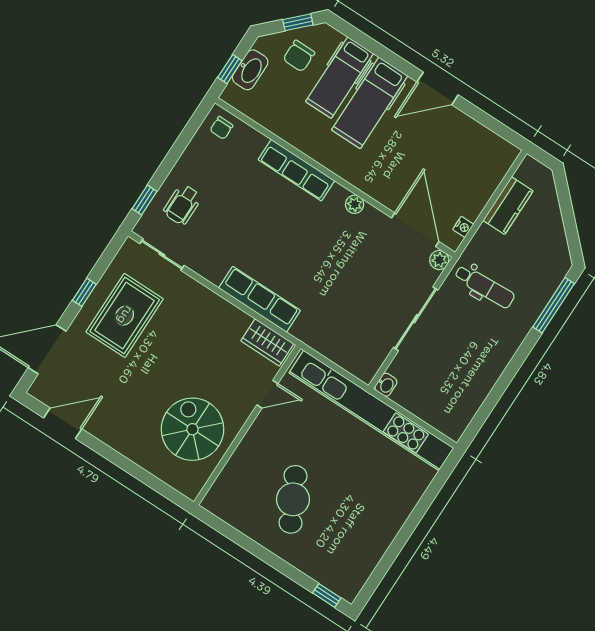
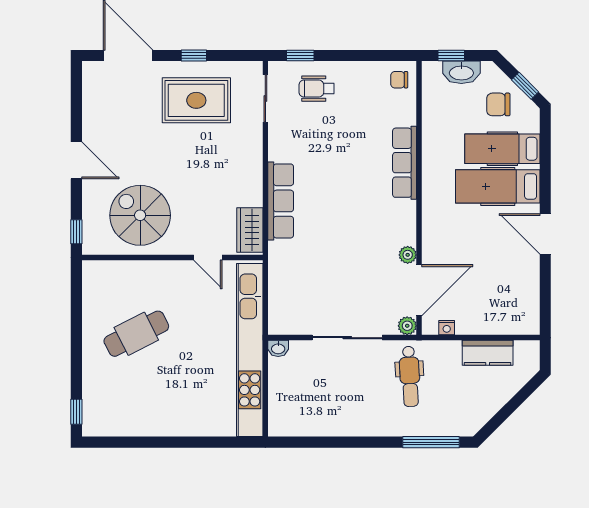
plant: (355, 204) -> (408, 255), moved
door: (63, 423) -> (76, 160), moved
spiral stairs: (192, 429) -> (140, 215), turned -90
window: (171, 494) -> (76, 232), added

